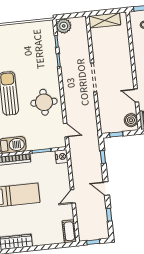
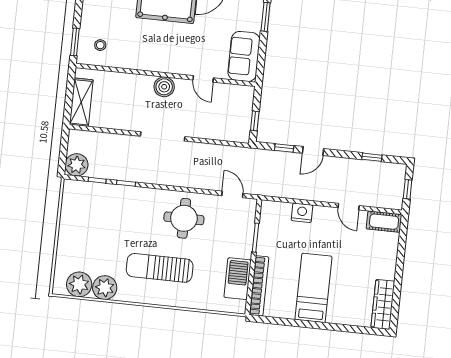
door: (136, 96) -> (203, 79), hinge flipped
boiler: (131, 120) -> (164, 87), moved
door: (66, 130) -> (232, 194), hinge flipped
nightstand: (62, 157) -> (302, 213), moved
door: (106, 189) -> (313, 151), moved
door: (73, 196) -> (349, 207), moved

